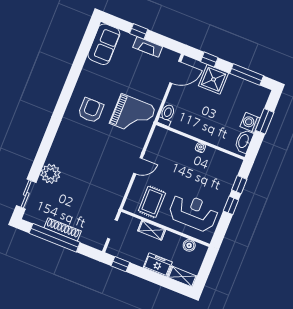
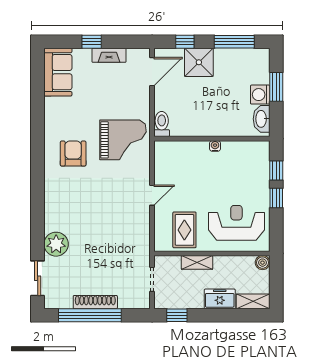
boiler: (189, 245) -> (263, 263), moved

